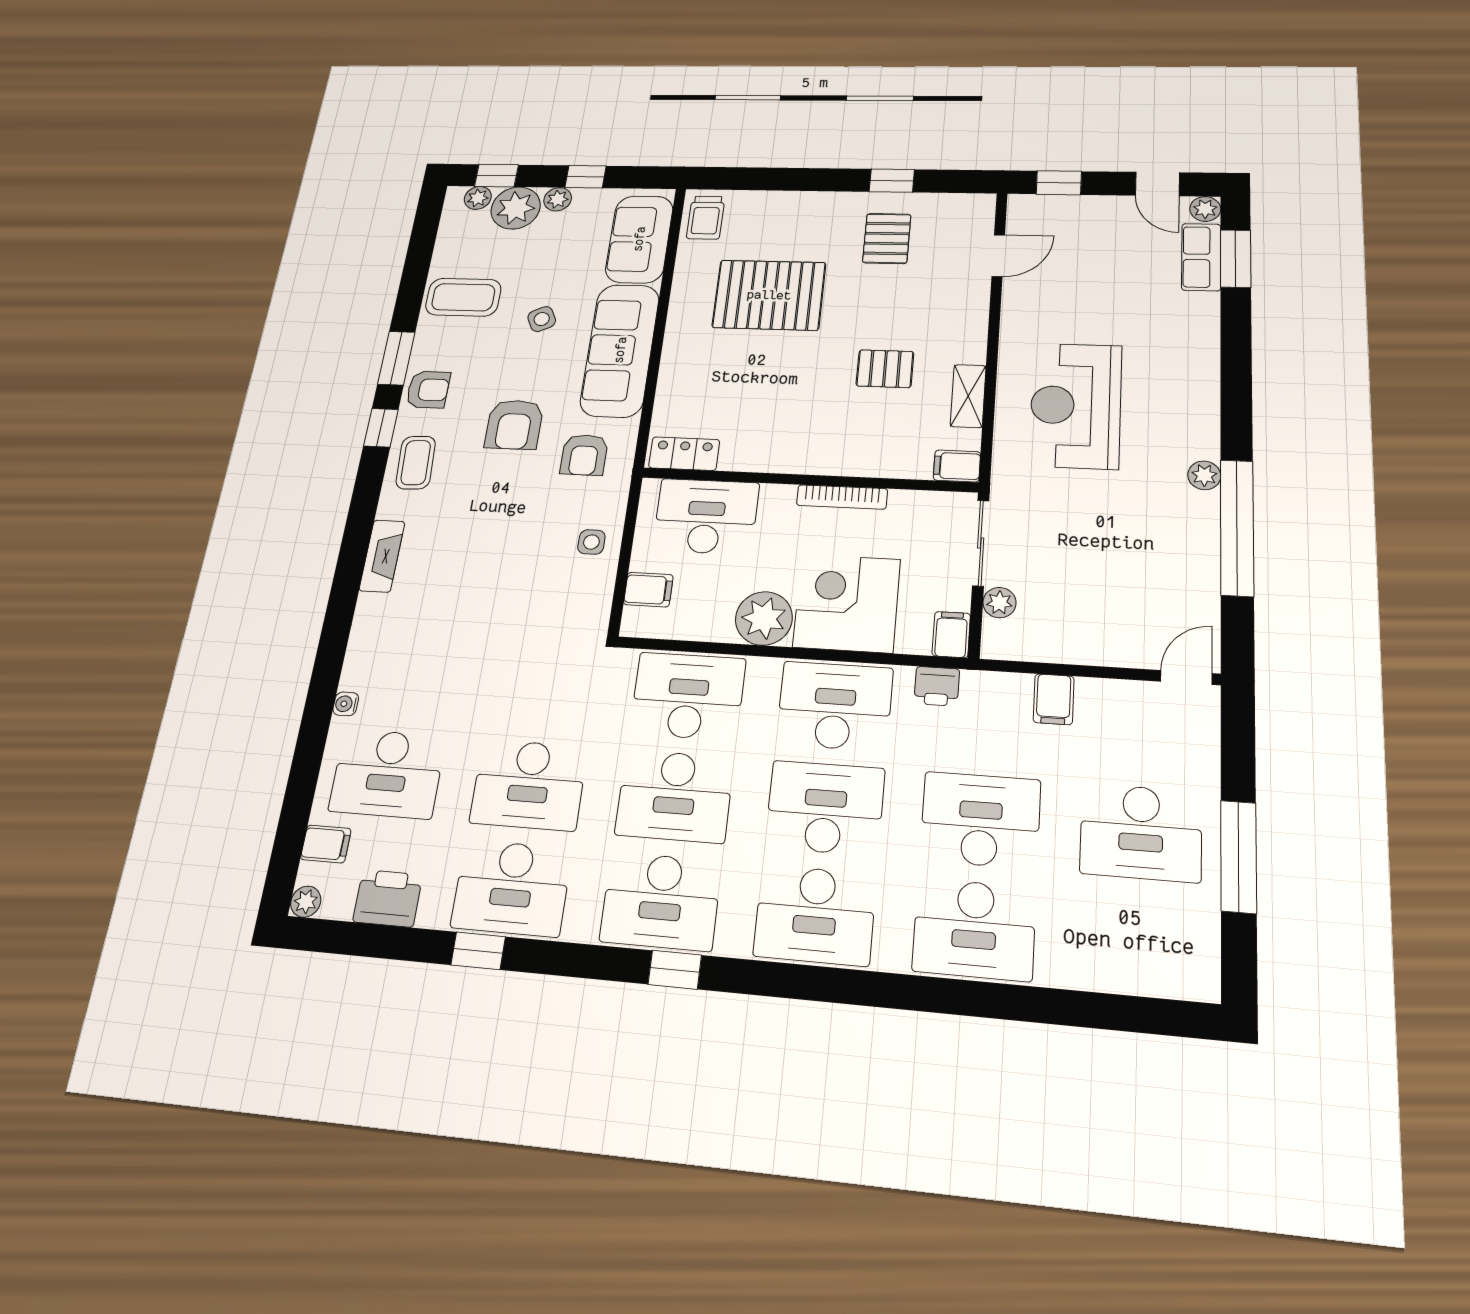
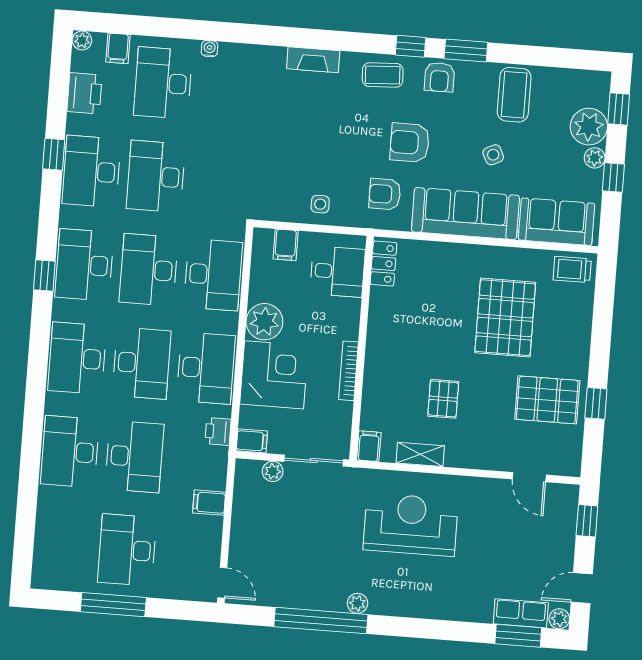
plant: (478, 198) -> (599, 97), removed
pallet: (887, 238) -> (547, 400), width x1.50, depth x1.42
desk: (706, 516) -> (337, 272), width x0.73

